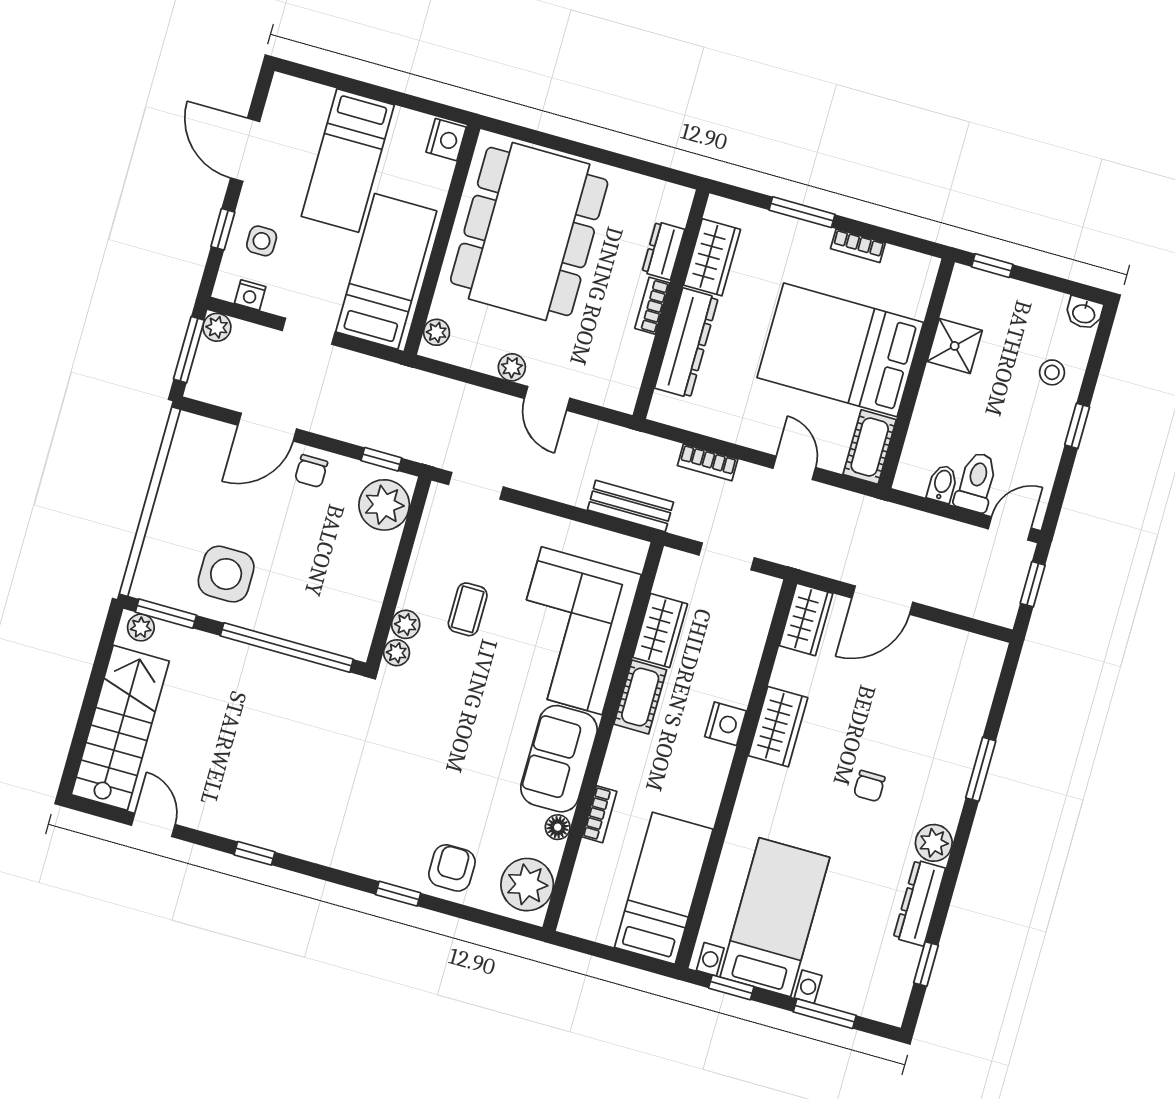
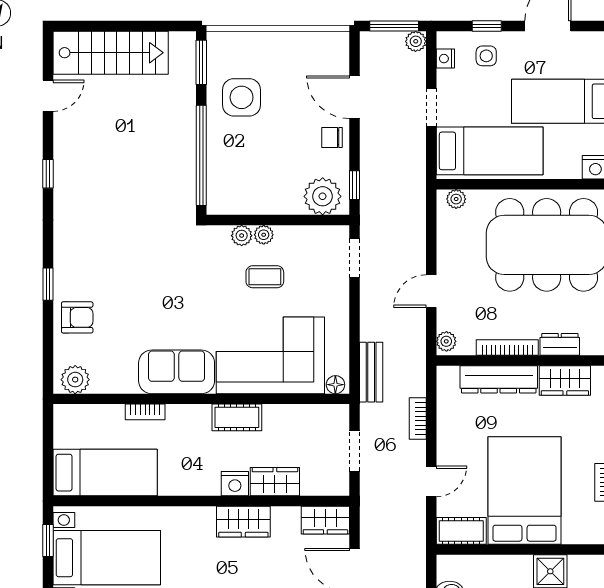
bookcase: (652, 306) -> (507, 348), width x1.56
plant: (512, 367) -> (446, 341), moved
plant: (141, 628) -> (186, 47), removed
wardrobe: (660, 631) -> (275, 482), moved, turned 180
plant: (397, 653) -> (264, 235), moved
floor lamp: (558, 827) -> (335, 385), moved
plant: (527, 885) -> (75, 380), width x0.73, depth x0.73

